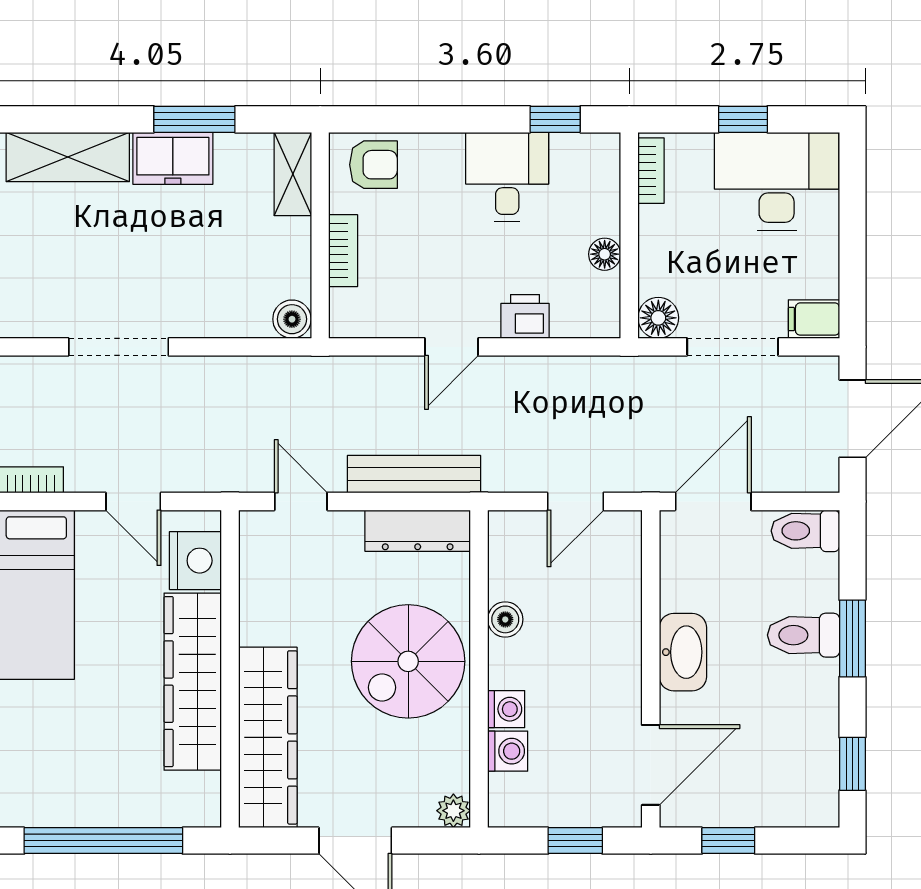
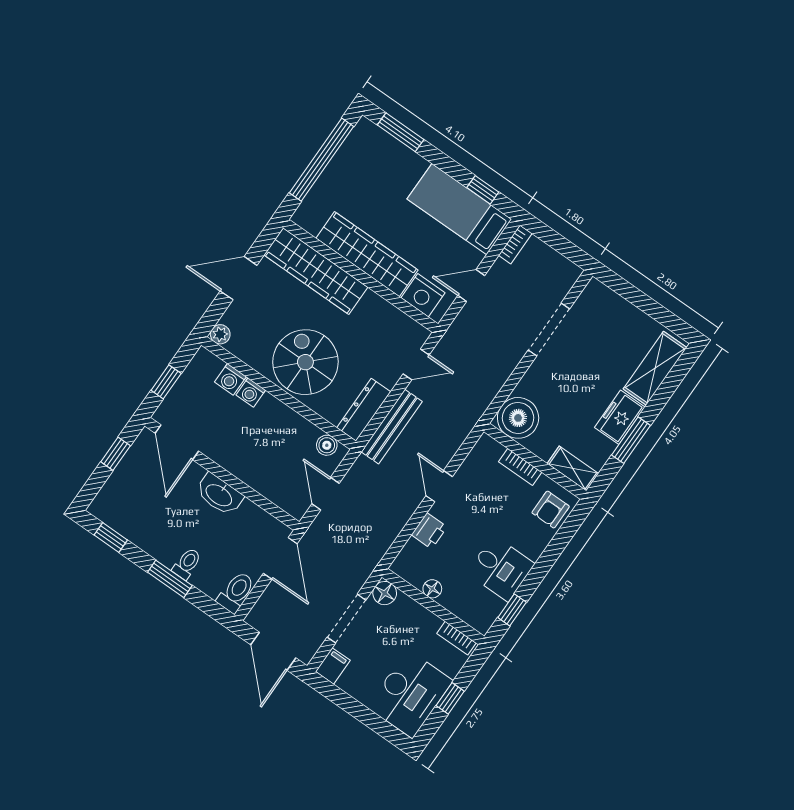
boiler: (292, 319) -> (518, 418), width x1.86, depth x1.86
boiler: (505, 619) -> (327, 445), moved
toilet: (804, 635) -> (187, 564), width x0.73, depth x0.72

